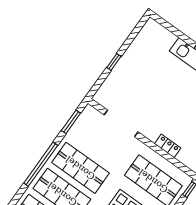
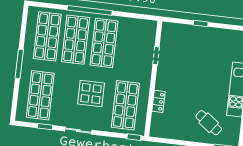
window: (71, 122) -> (136, 16), removed
doorway: (121, 123) -> (156, 56), width x0.53

